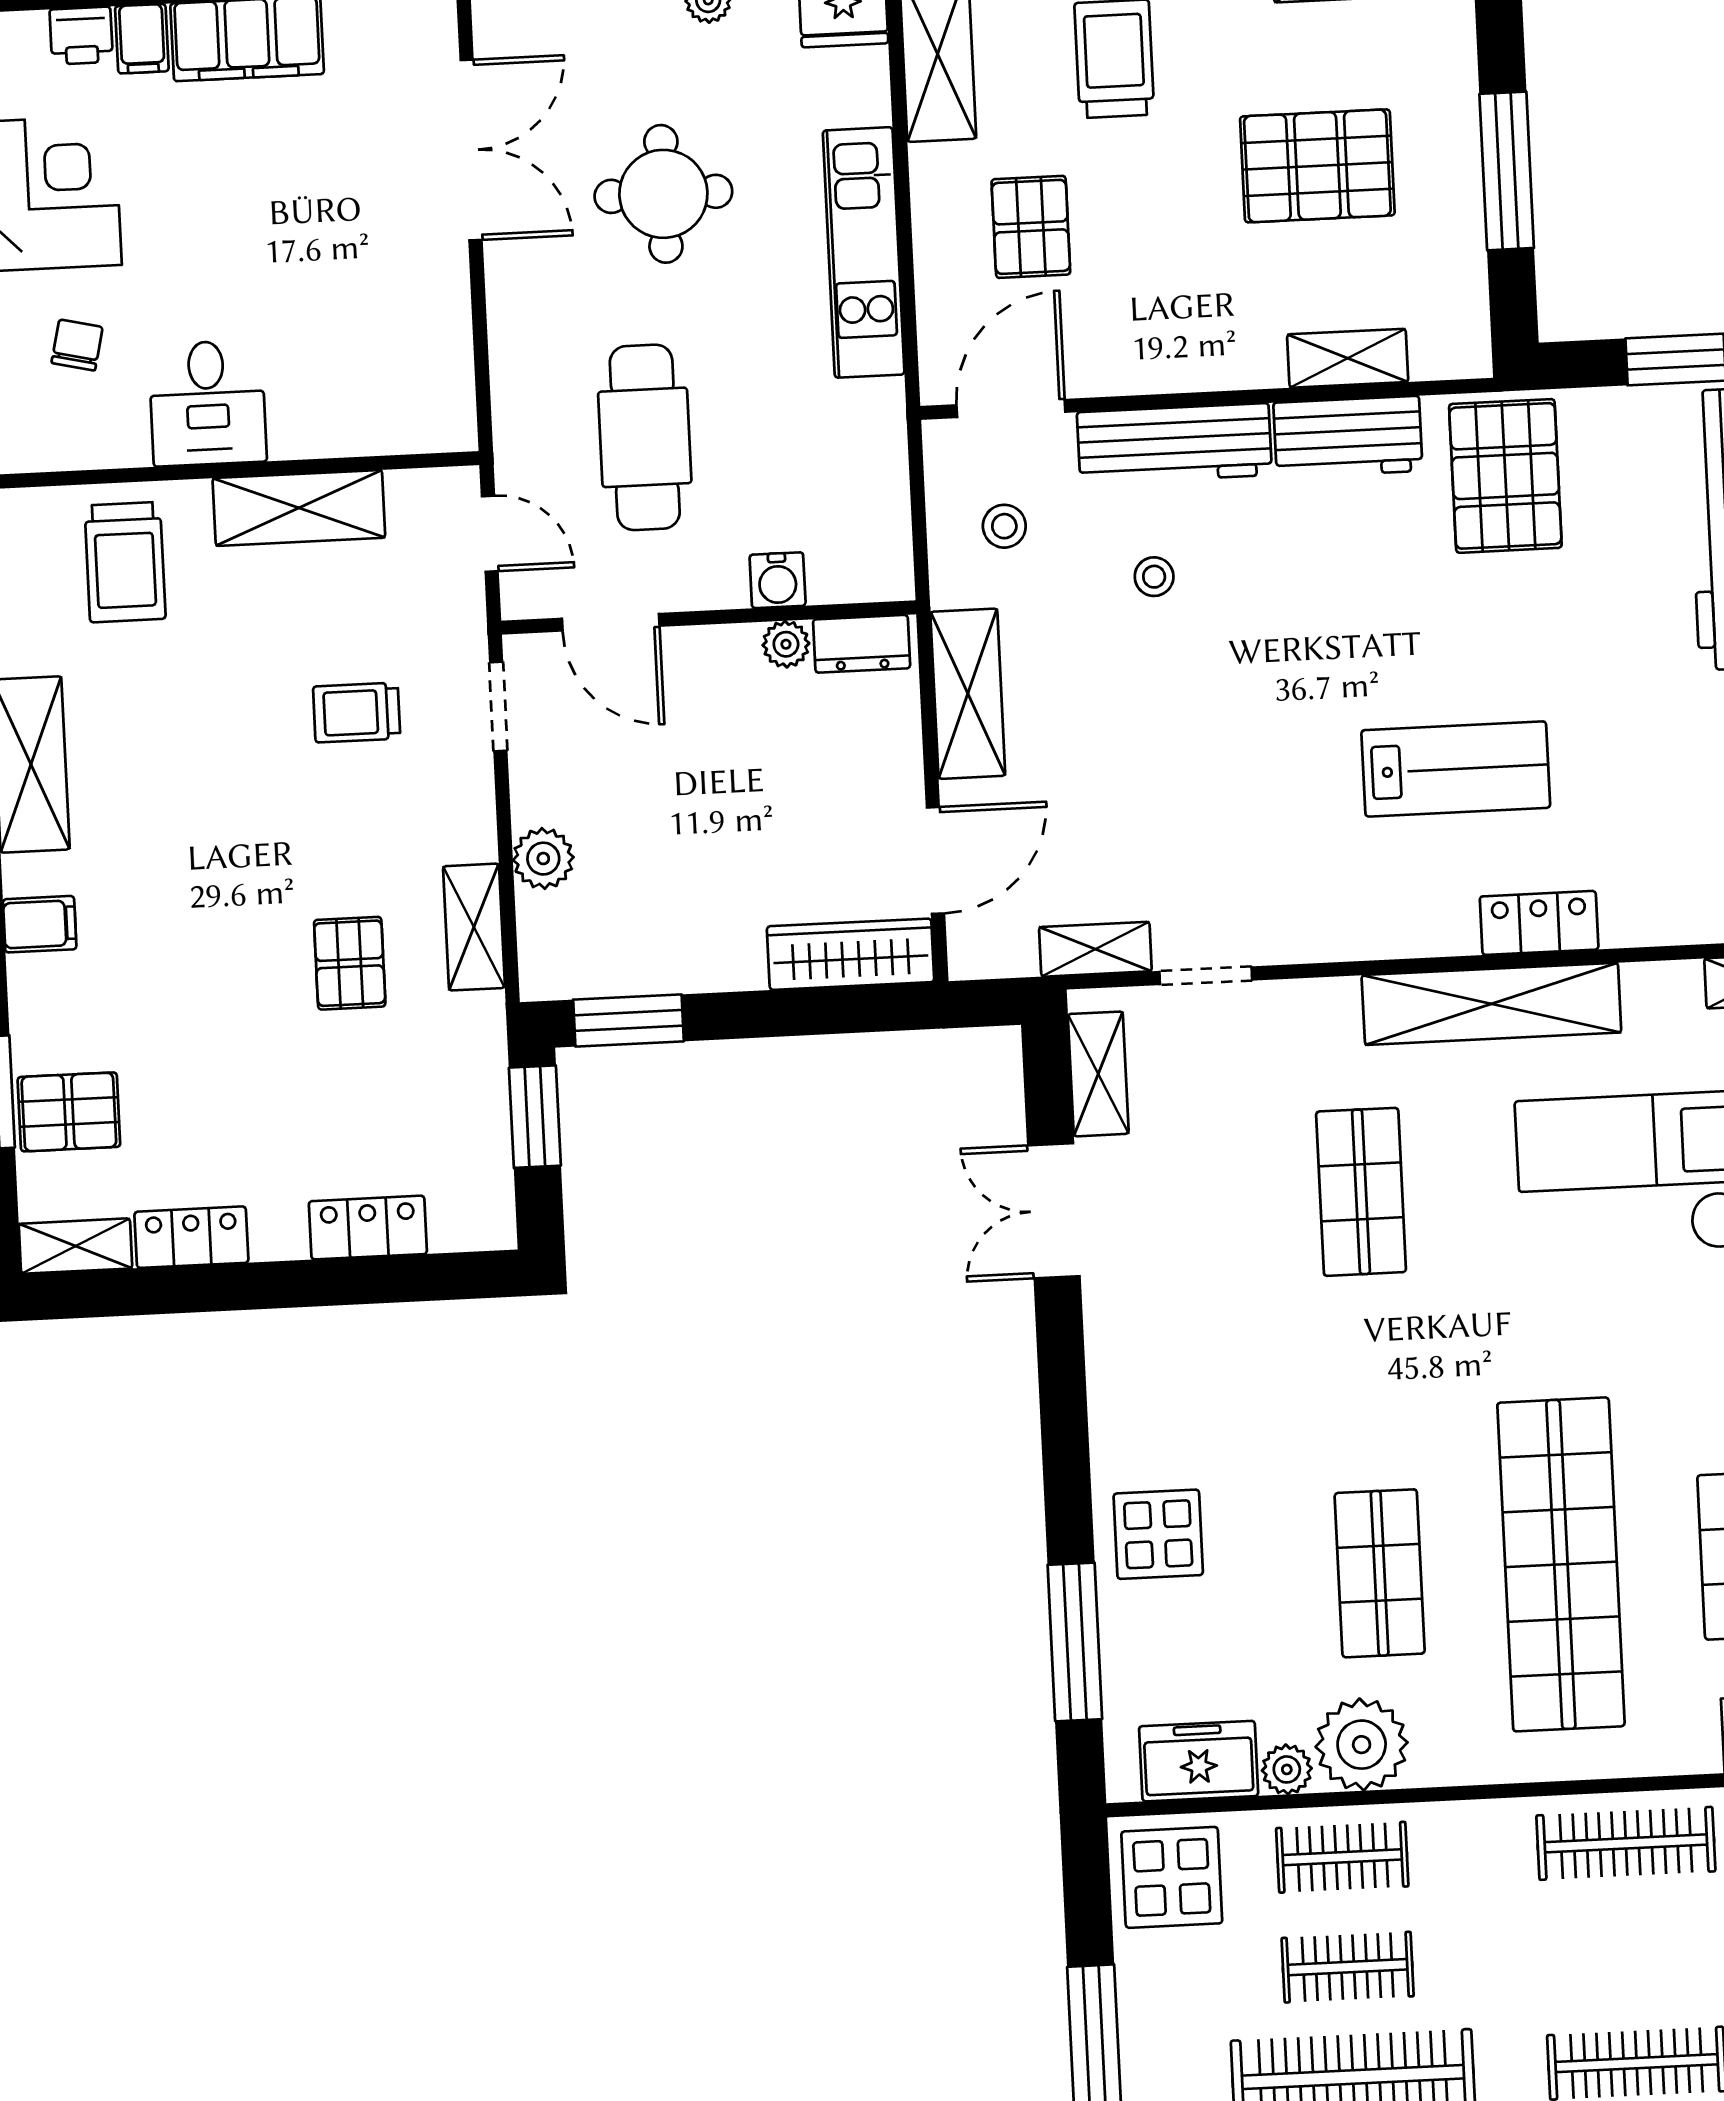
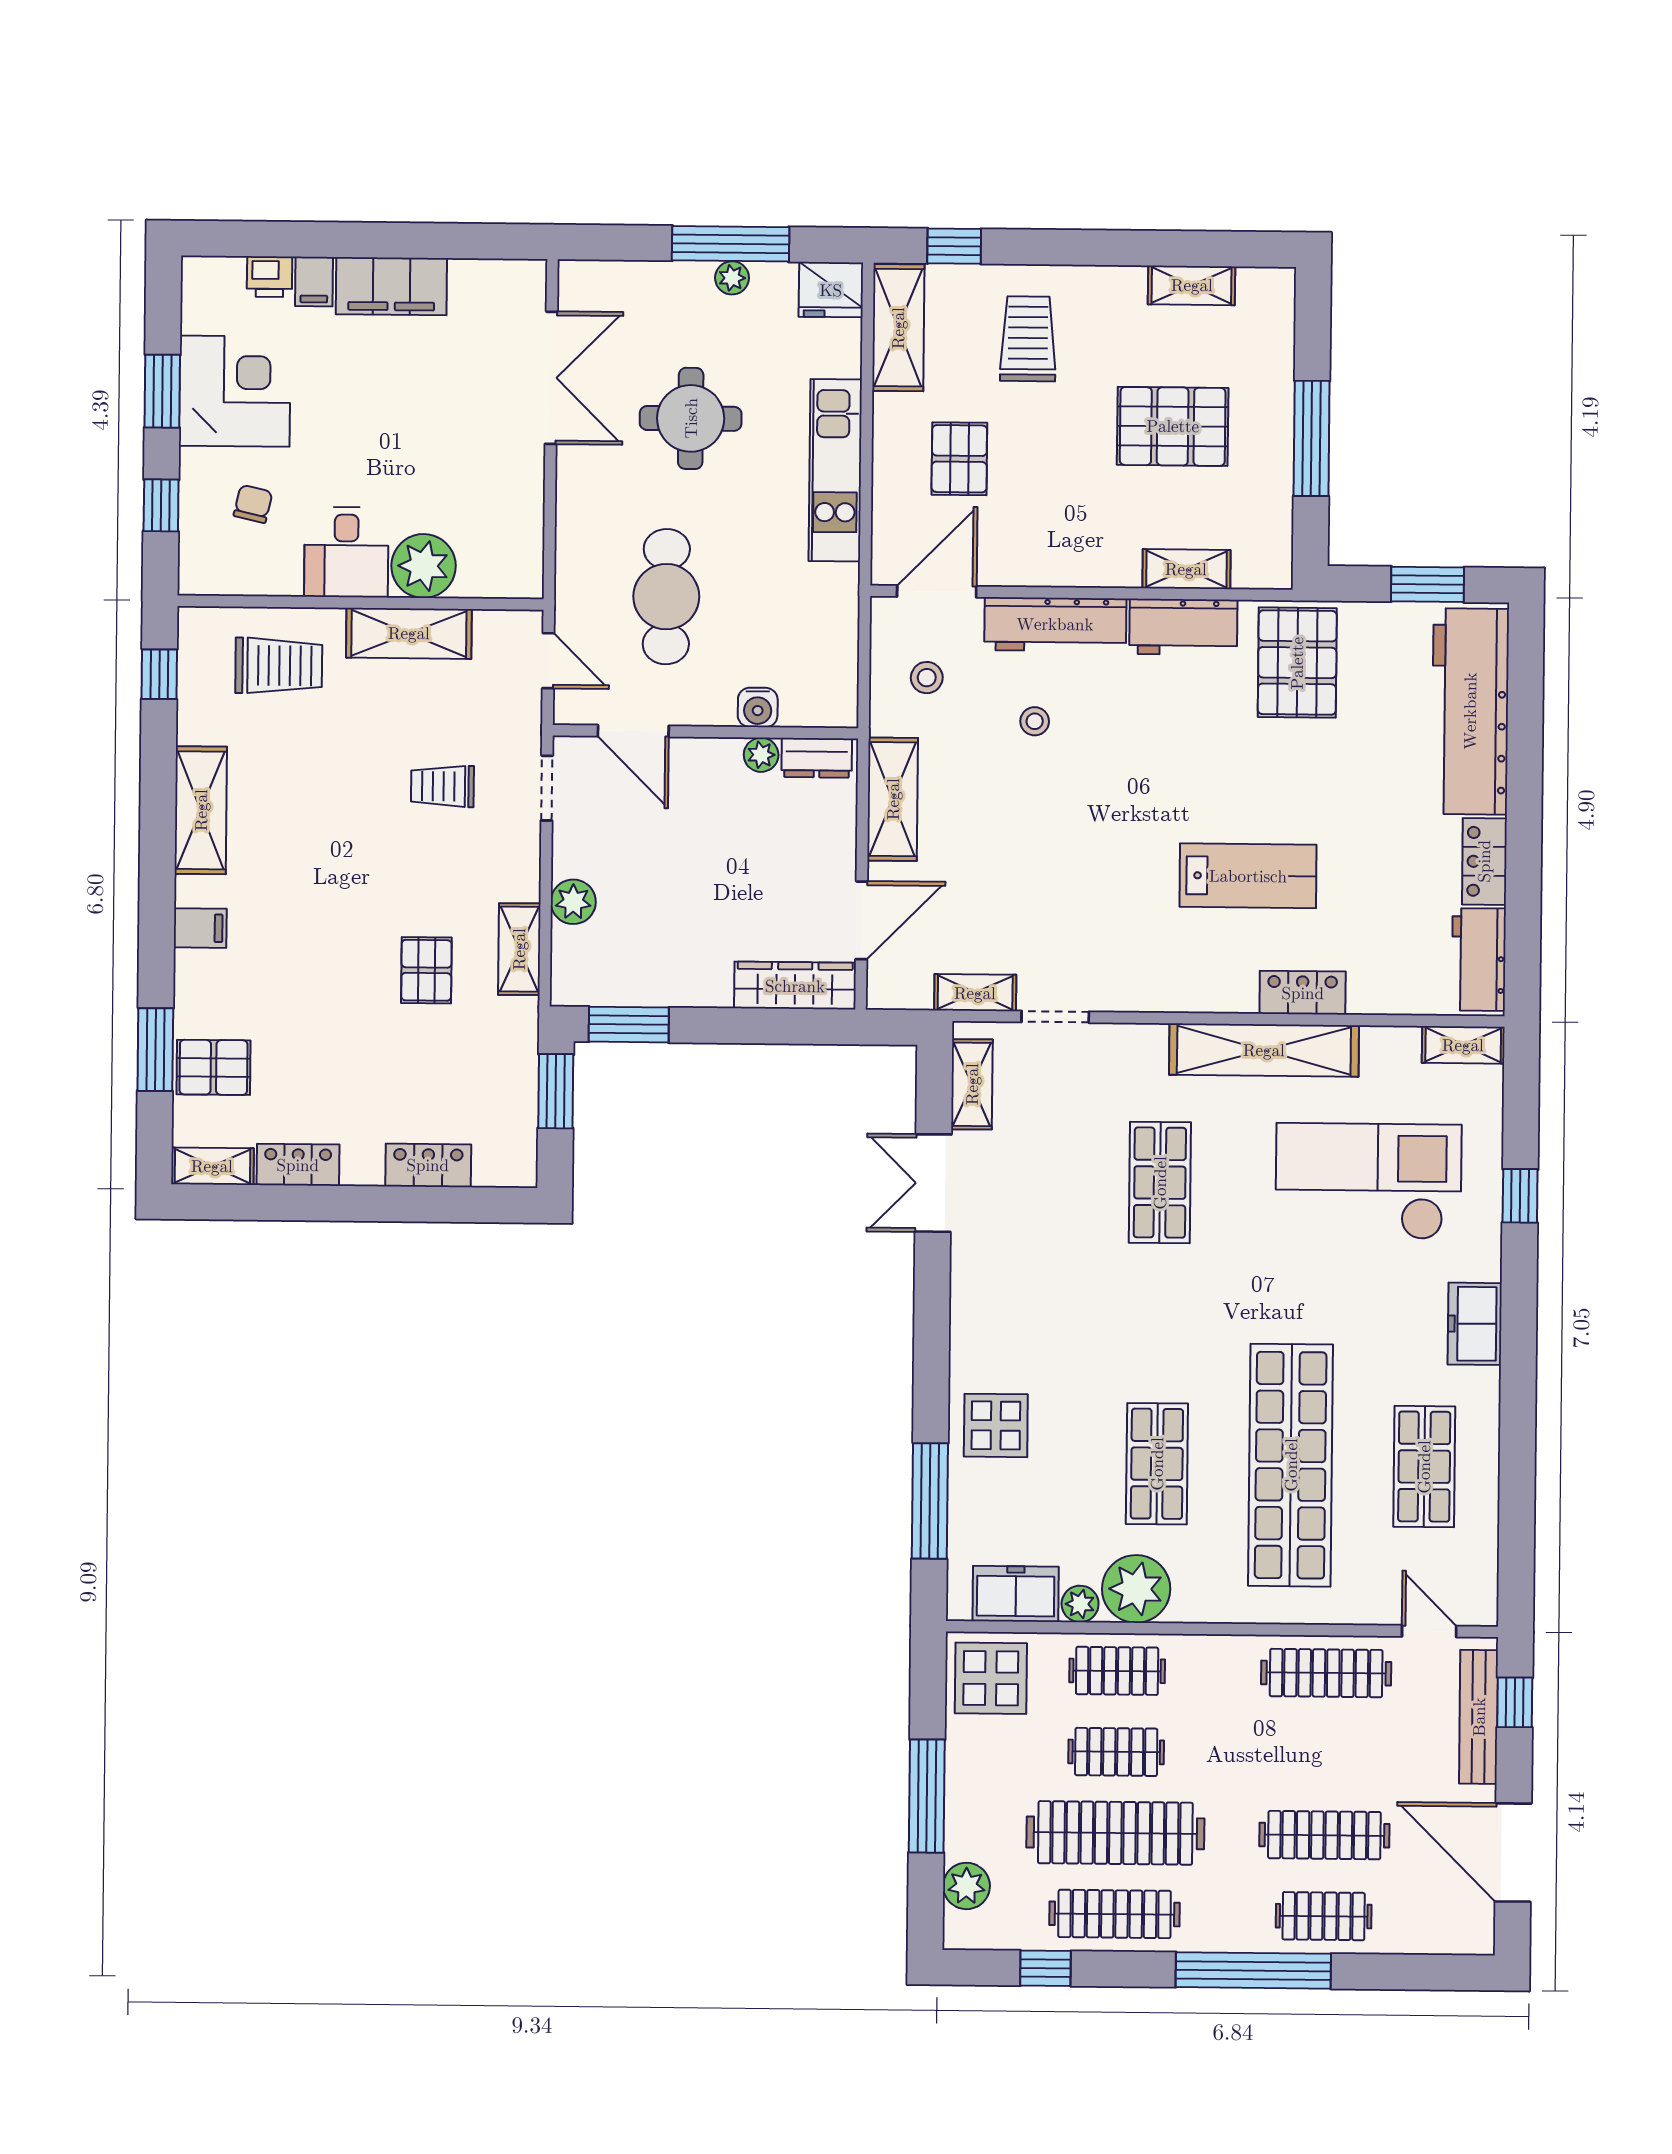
plant: (313, 415) -> (424, 566), added
trolley: (125, 562) -> (279, 666), turned -90

